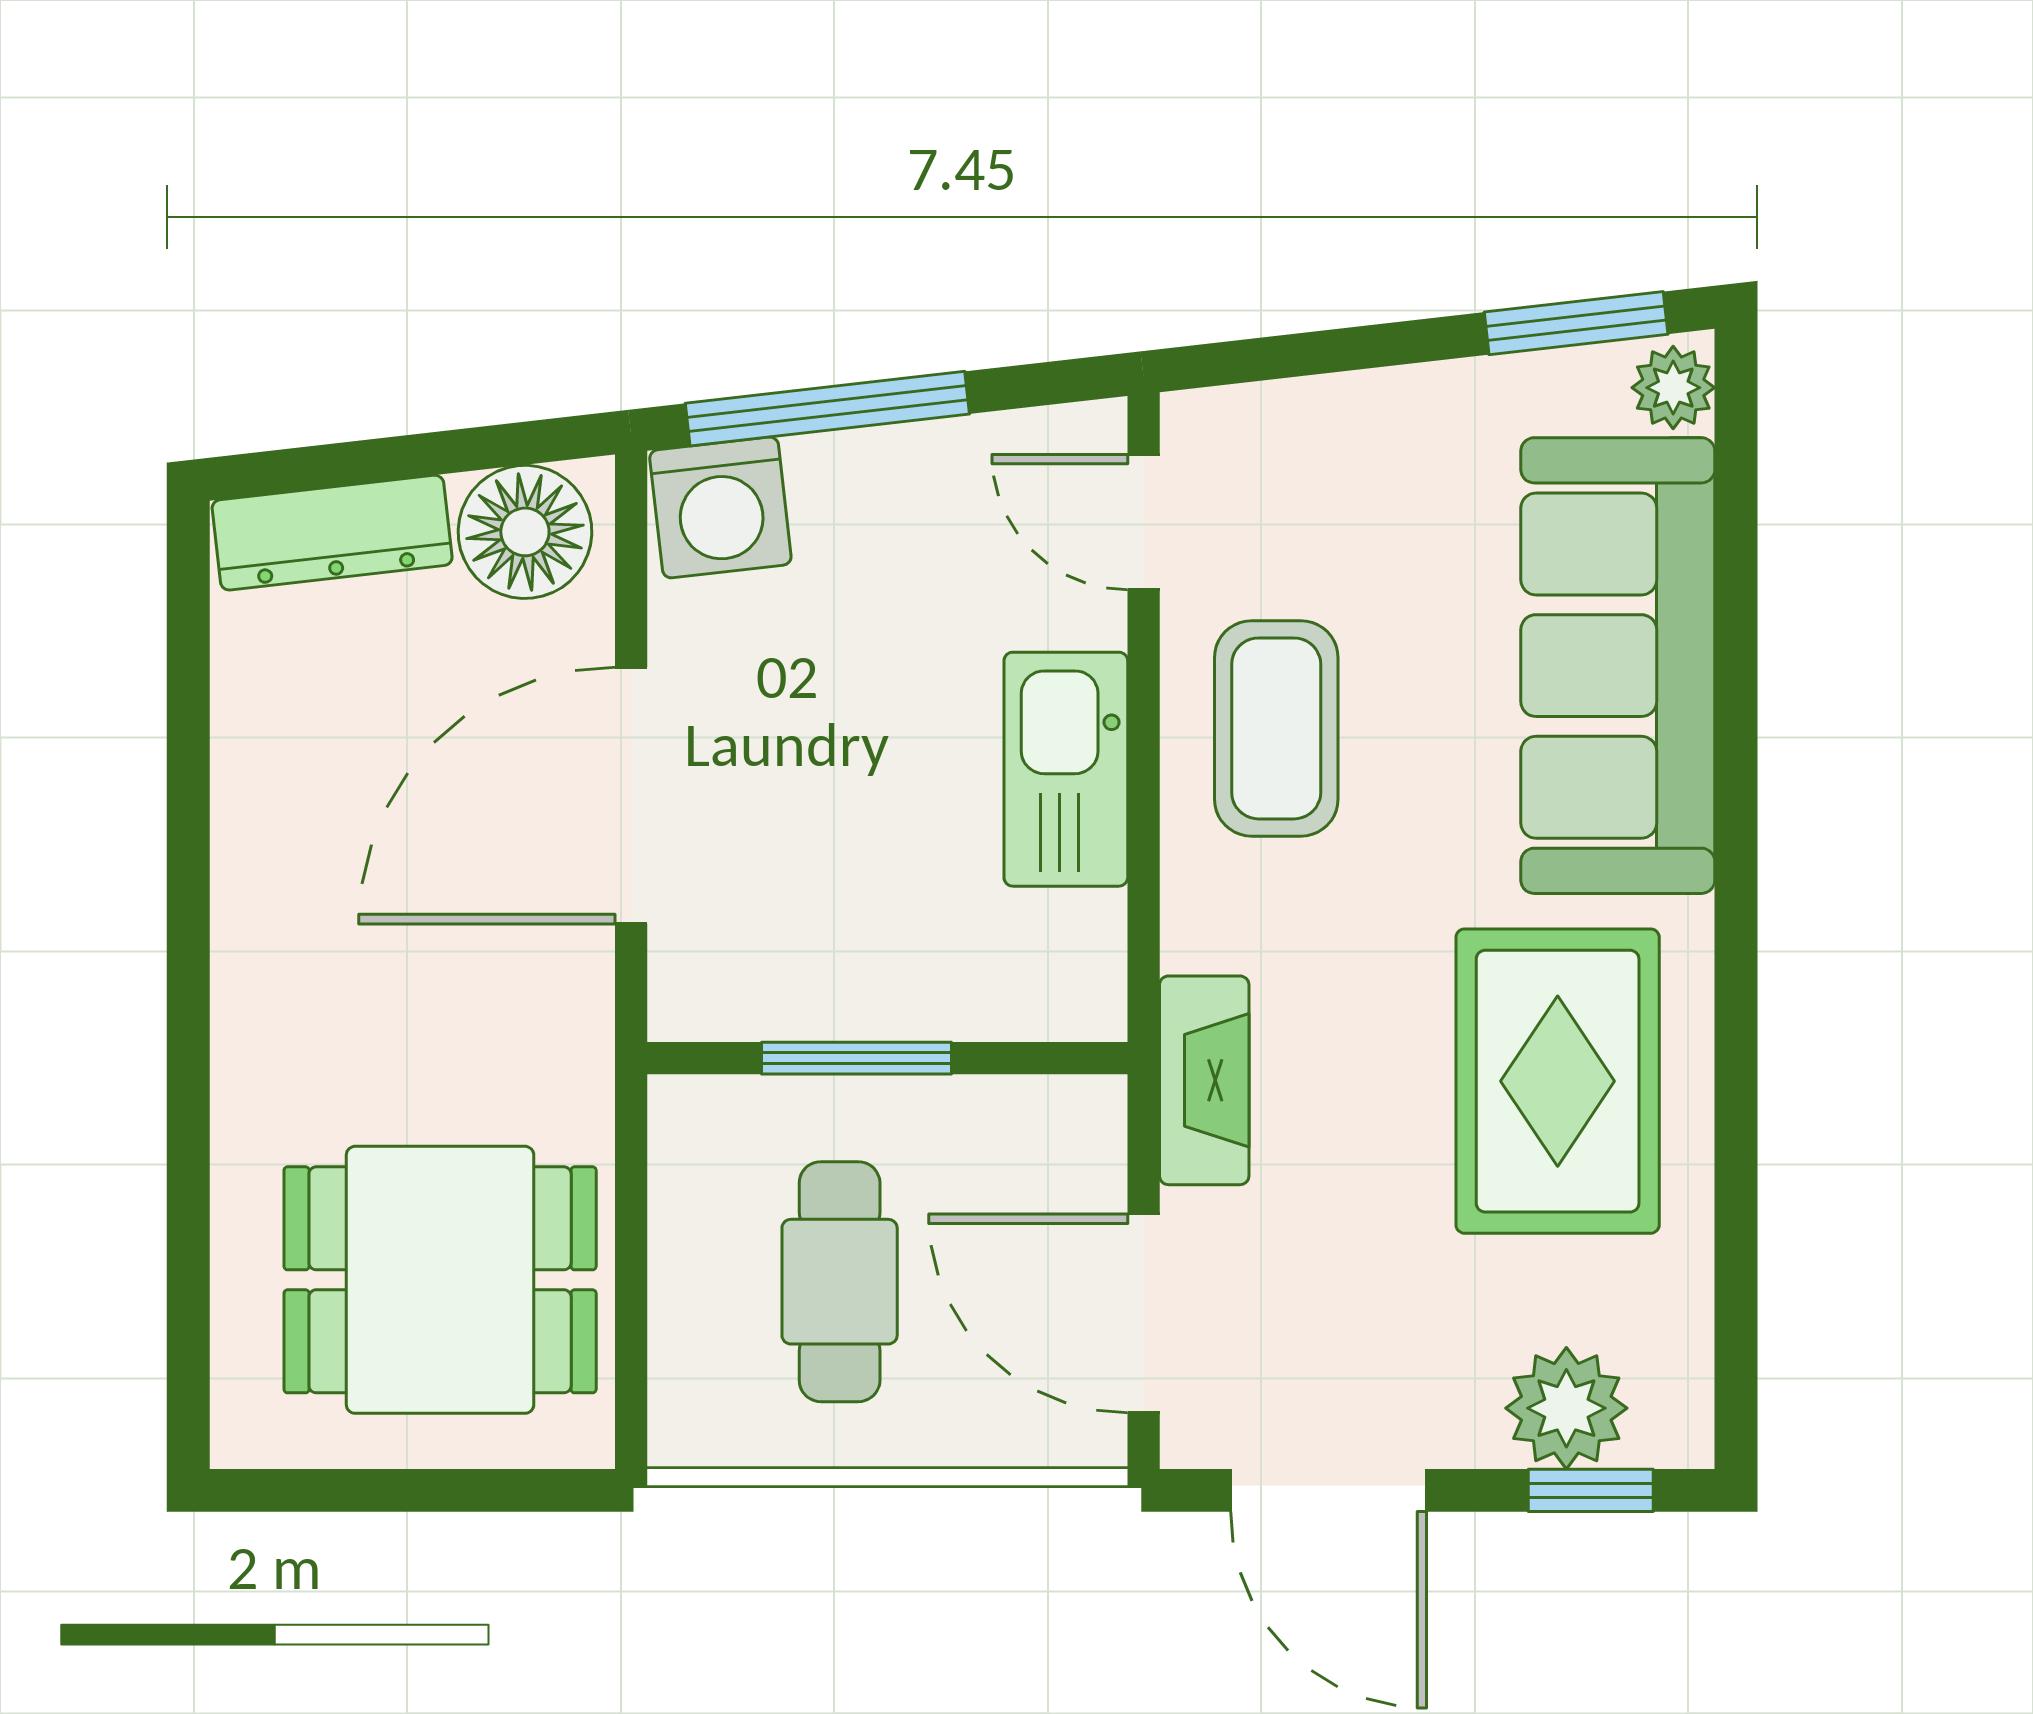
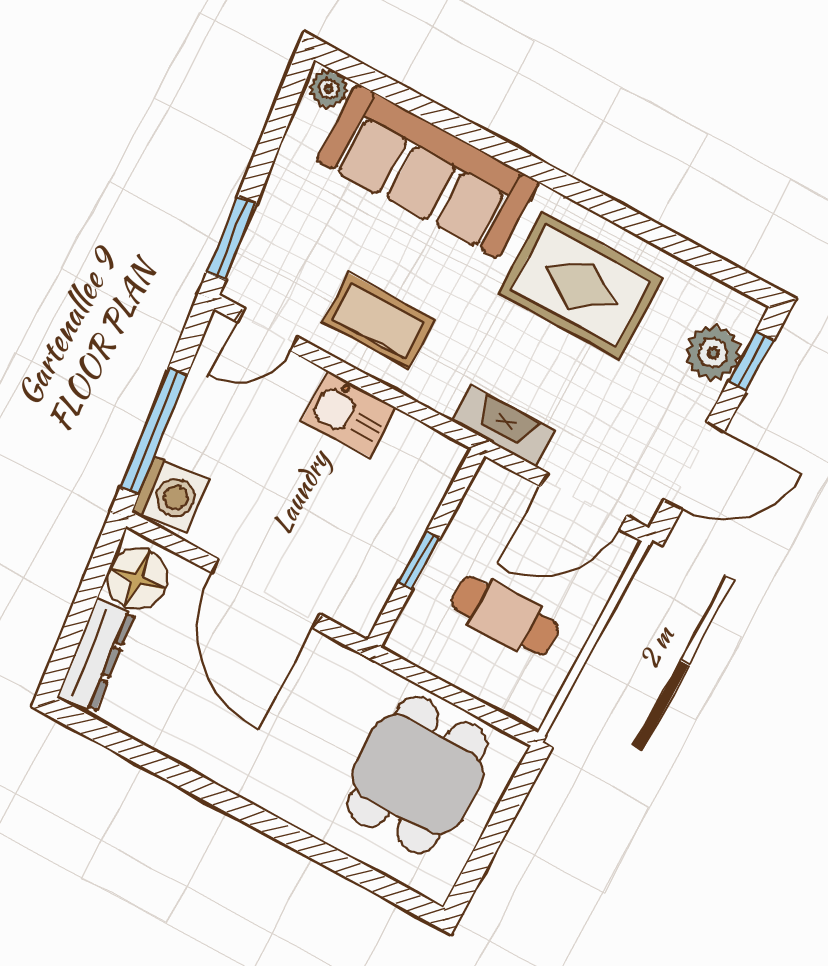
window: (1576, 323) -> (232, 238), moved
kitchen sink: (1066, 769) -> (349, 414), width x0.73
window: (857, 1058) -> (419, 560), width x0.67

